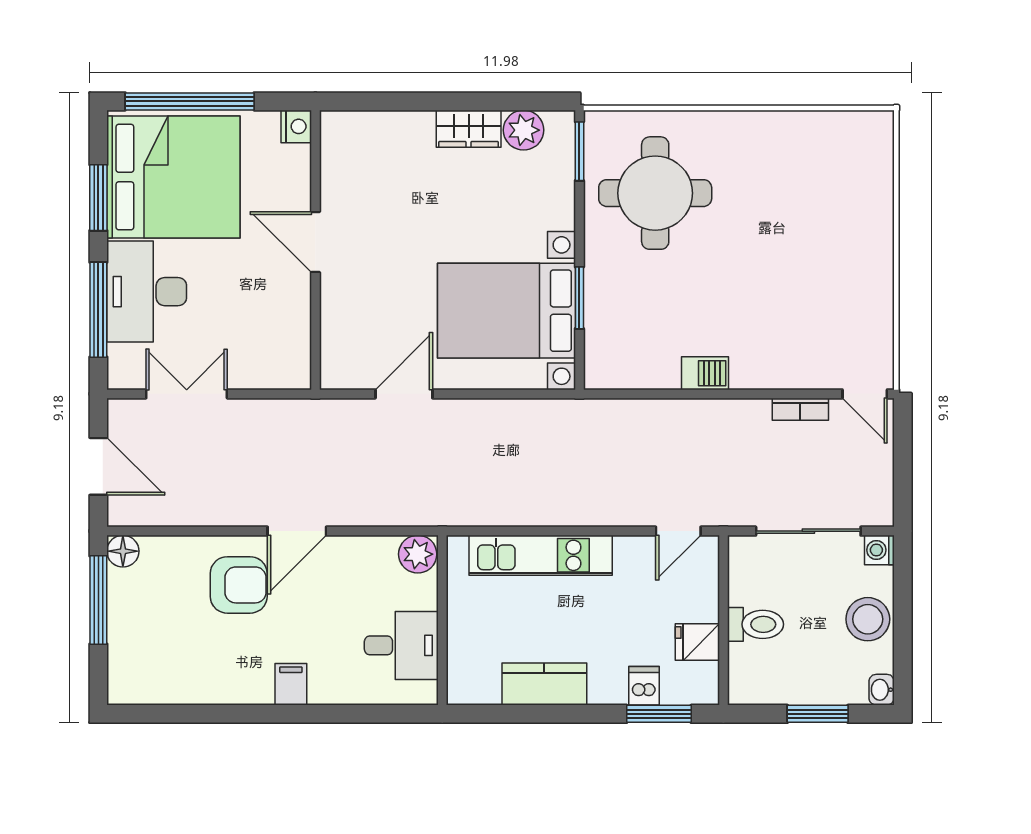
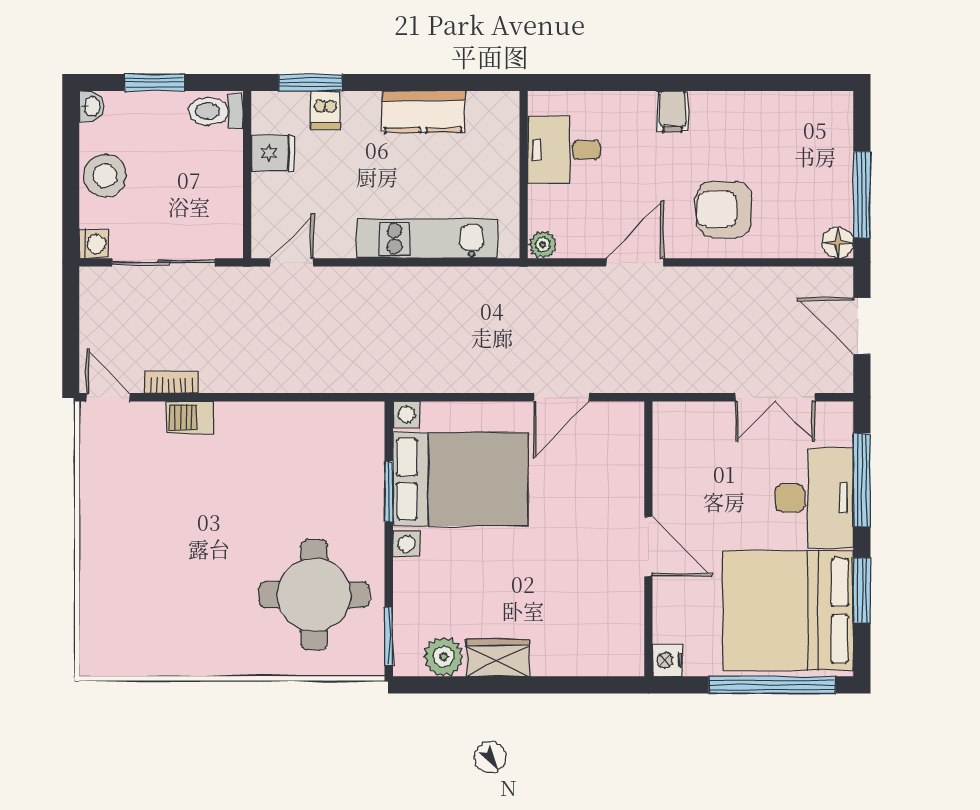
barbecue: (705, 373) -> (190, 418), moved
door: (297, 531) -> (635, 262), moved
plant: (418, 554) -> (543, 245), width x0.73, depth x0.73
toilet: (755, 624) -> (216, 111), moved

